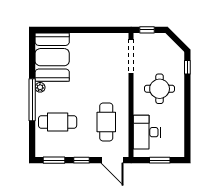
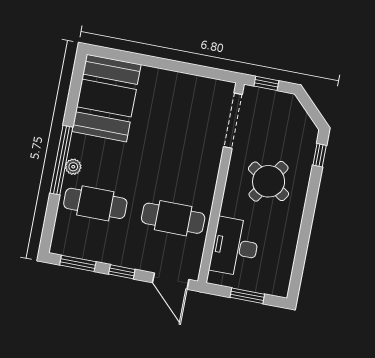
plant: (40, 87) -> (73, 167), moved
round table: (160, 89) -> (269, 181), turned 33
cafe table: (106, 122) -> (173, 218), turned 90

